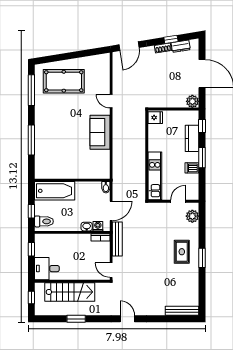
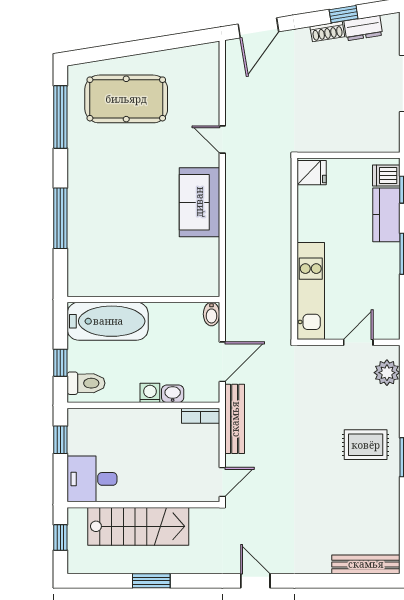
plant: (192, 101) -> (387, 140), removed
dishwasher: (192, 168) -> (386, 175), moved
washing machine: (98, 226) -> (150, 393), moved
rug: (182, 252) -> (366, 445), turned 90
door: (111, 270) -> (222, 482), swing flipped

